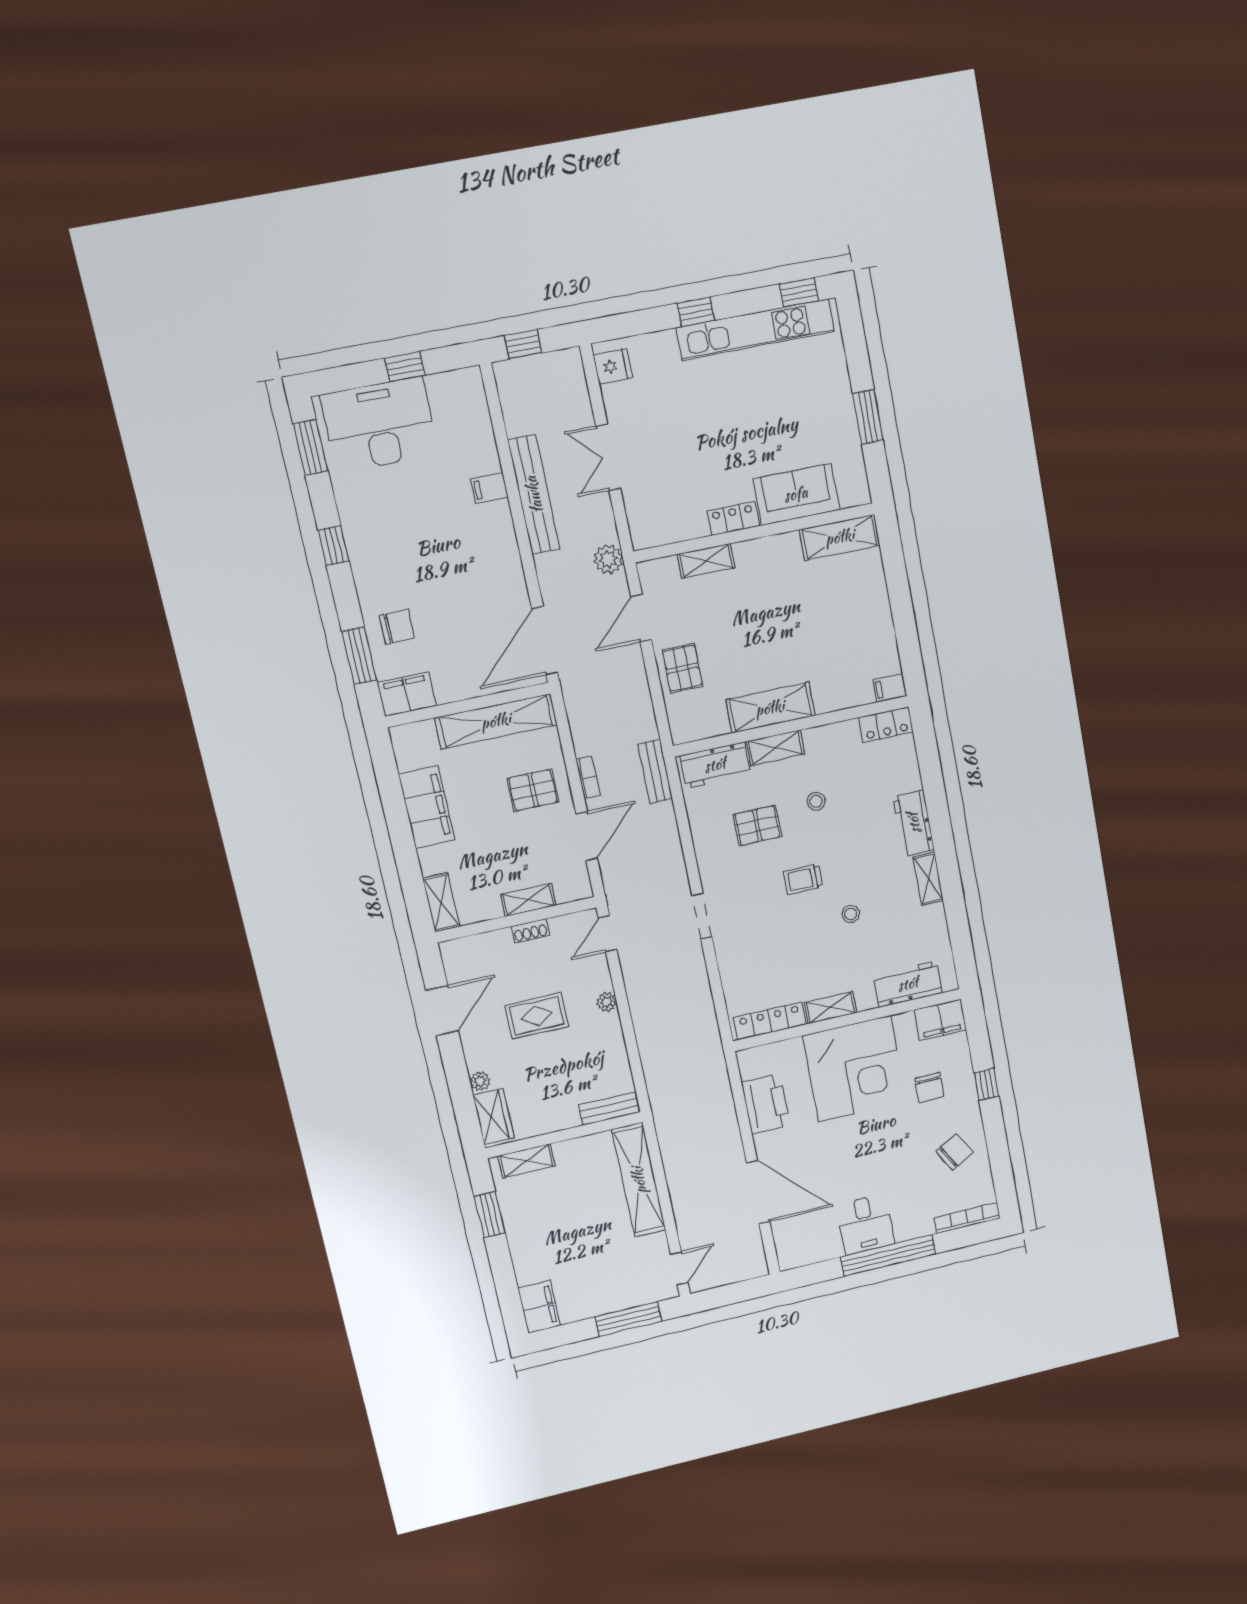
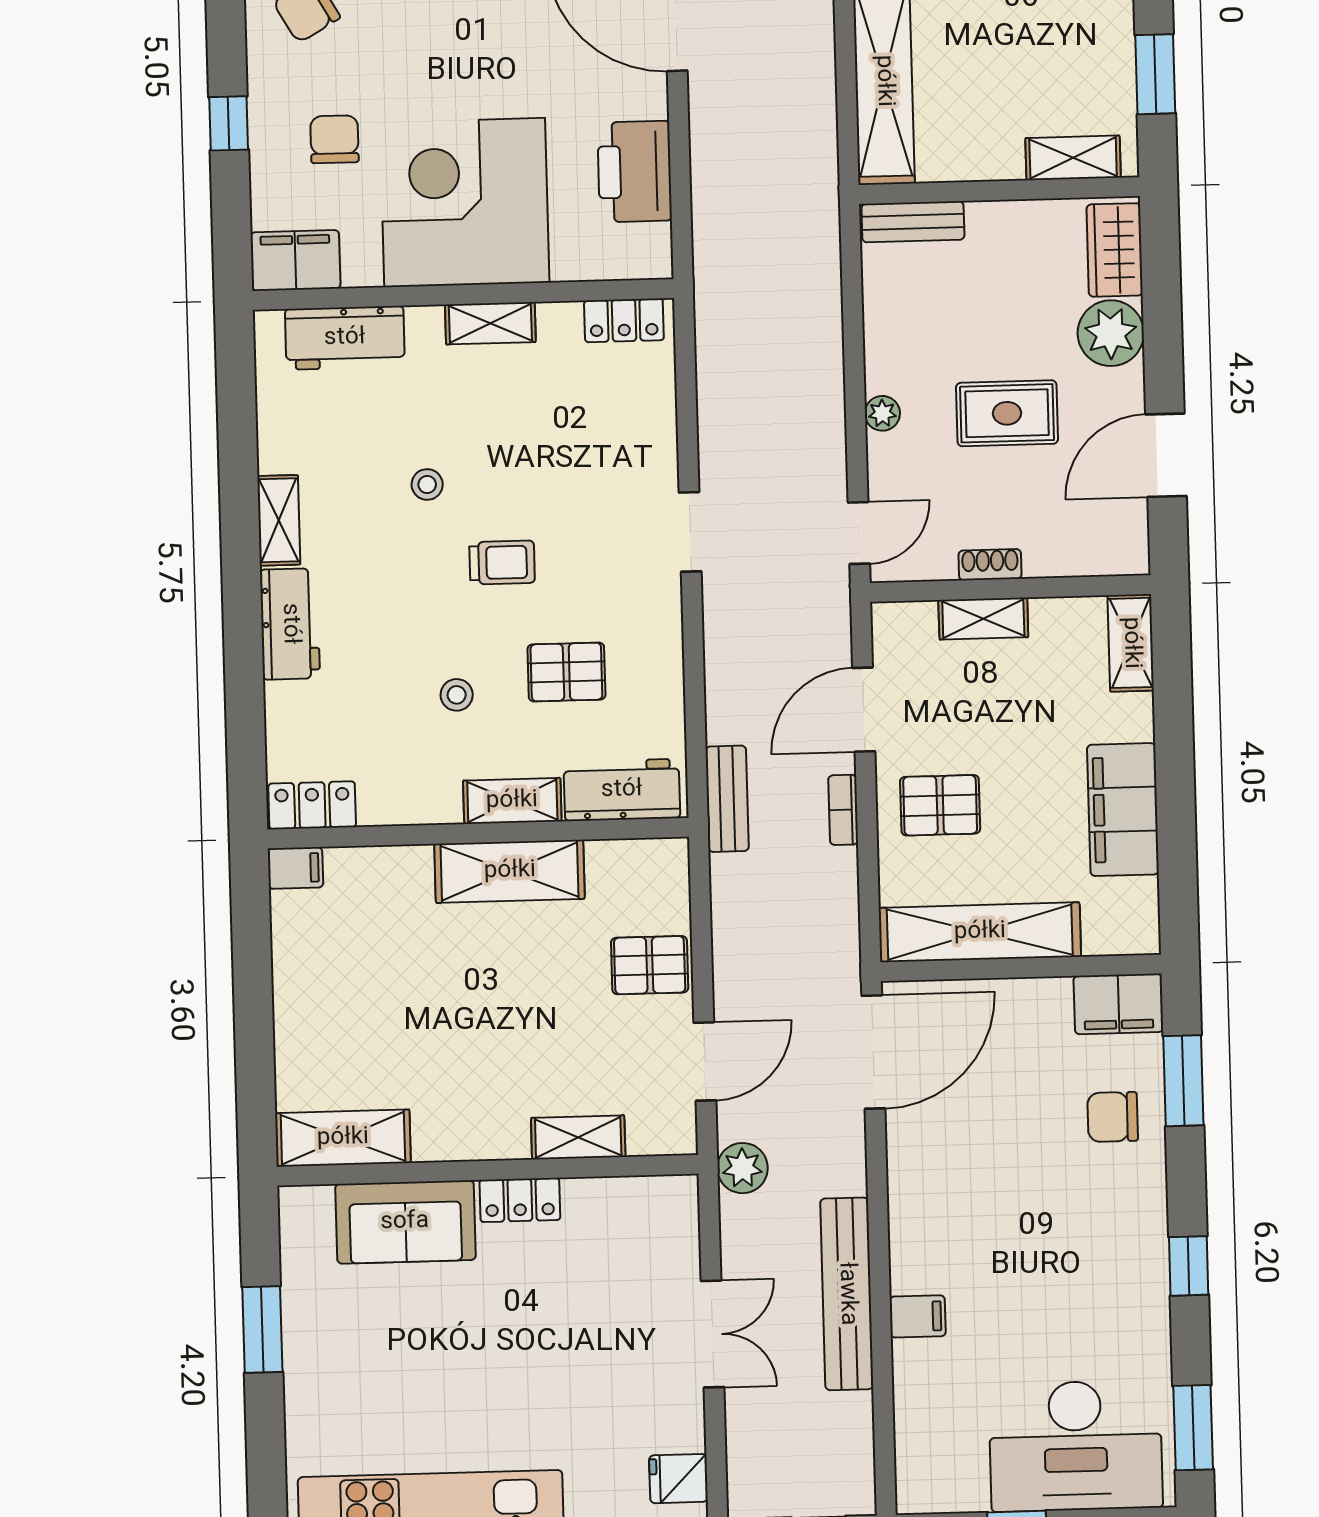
pallet: (682, 668) -> (650, 965), turned 90
locker: (770, 1021) -> (624, 320), width x0.66
plant: (480, 1081) -> (1111, 333), width x1.88, depth x1.88

